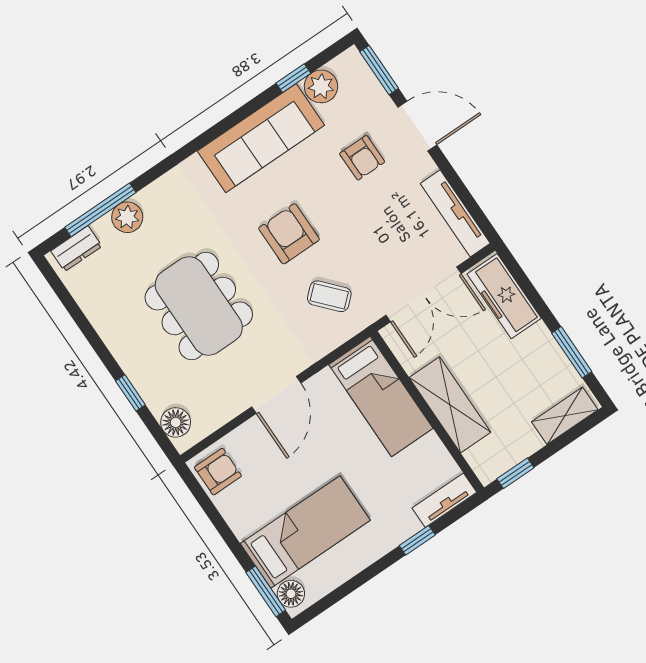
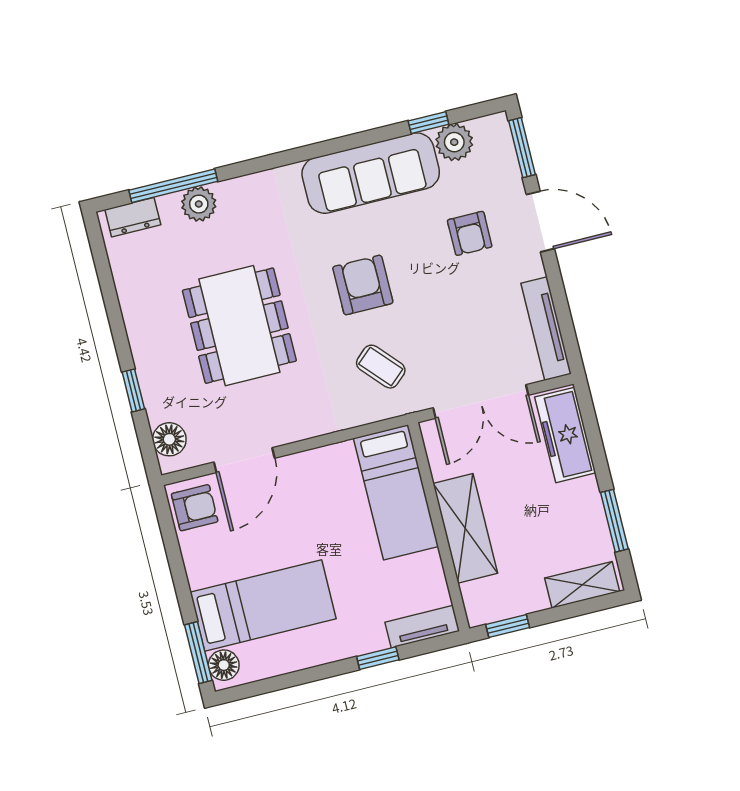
door: (276, 395) -> (244, 460), moved

